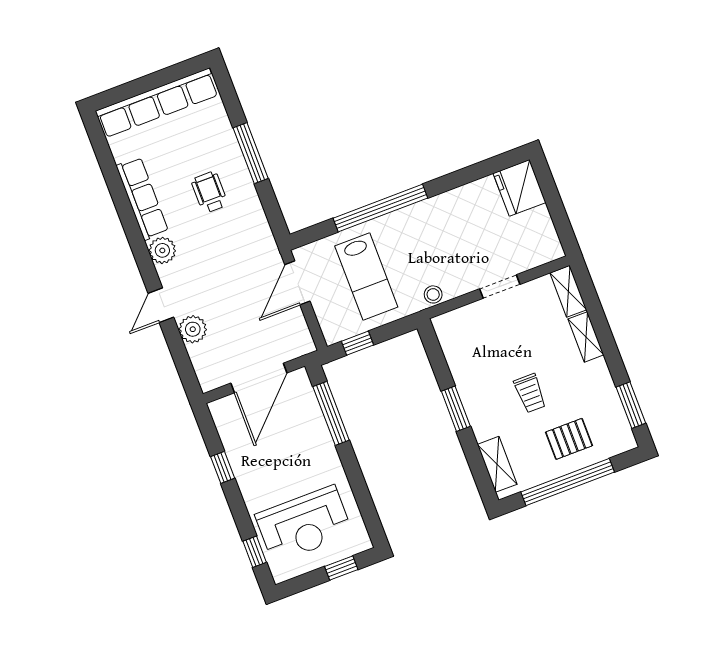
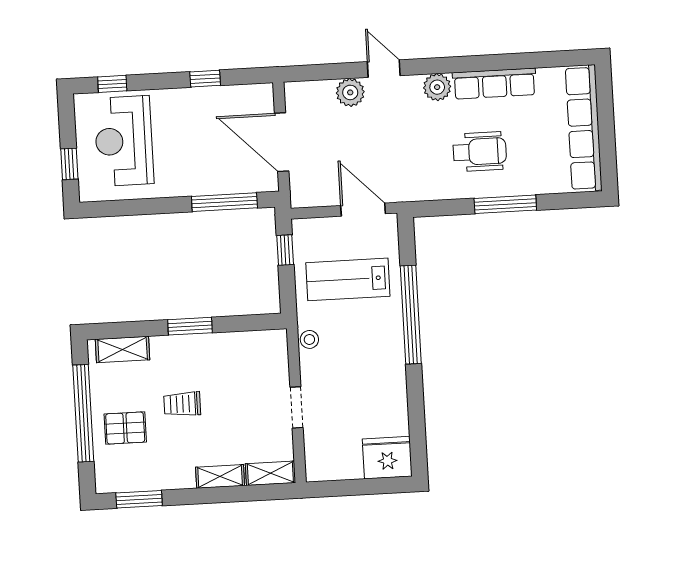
wheelchair: (209, 192) -> (480, 152), width x1.36, depth x1.37
pallet: (569, 439) -> (125, 428), turned 90

